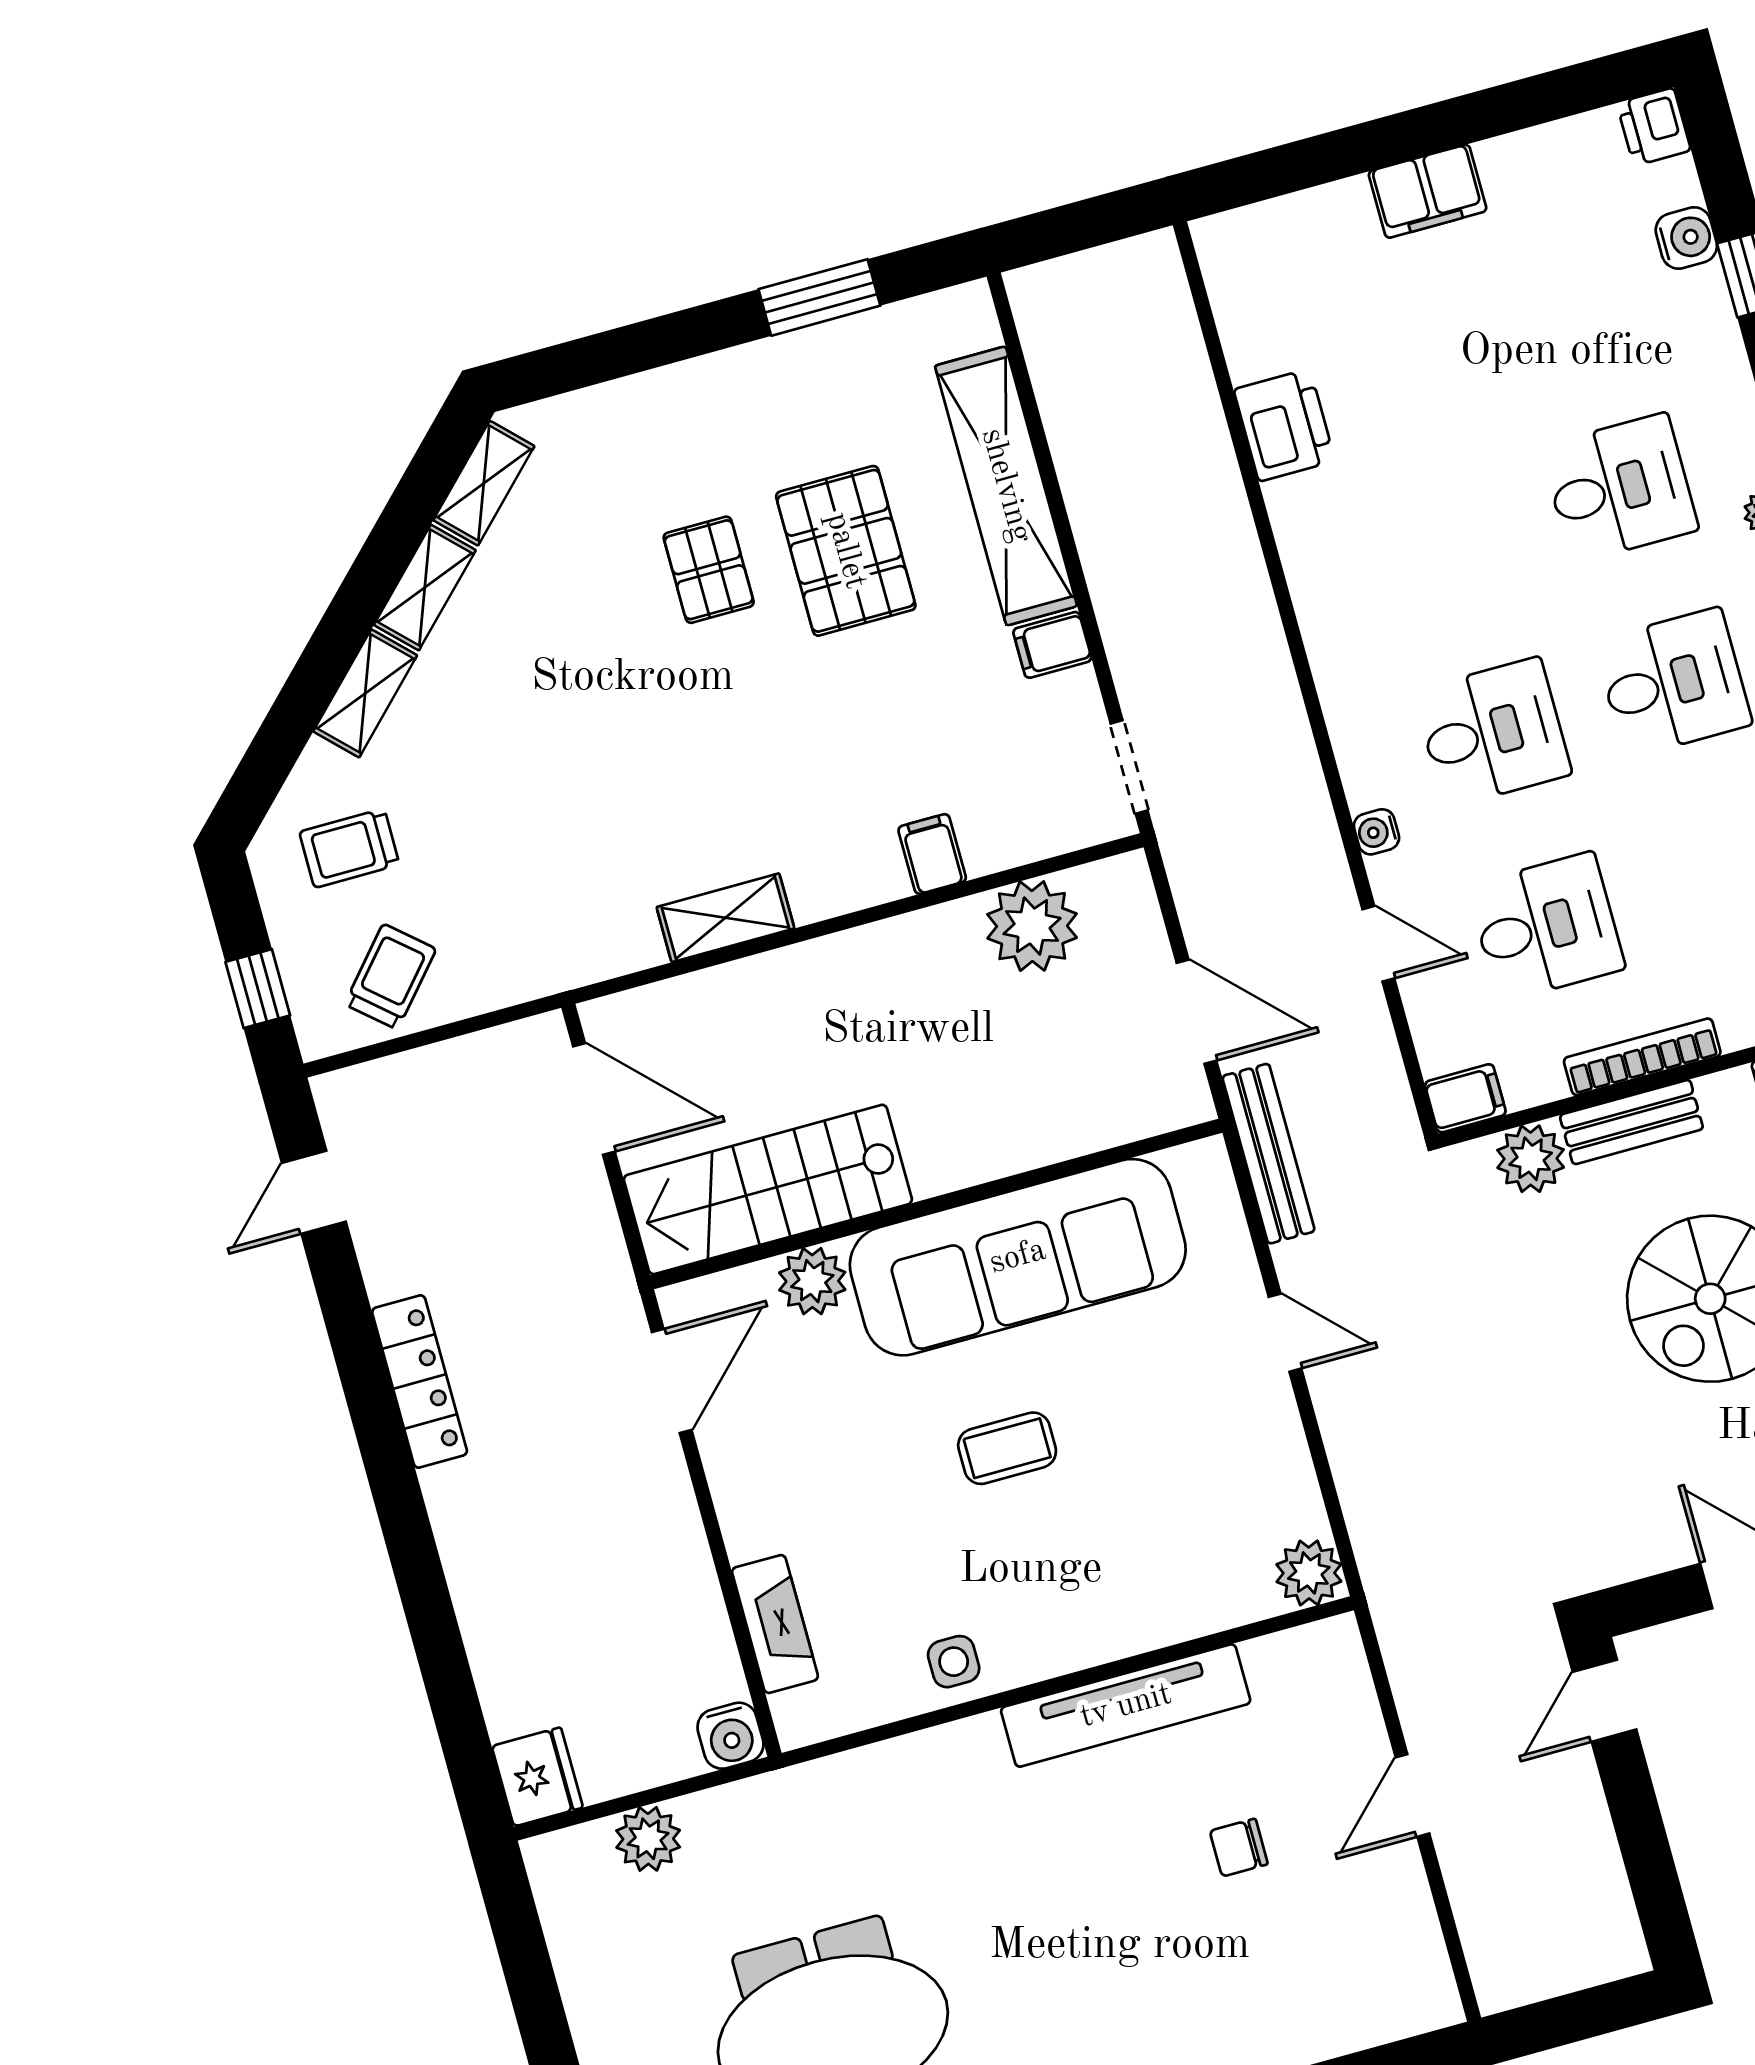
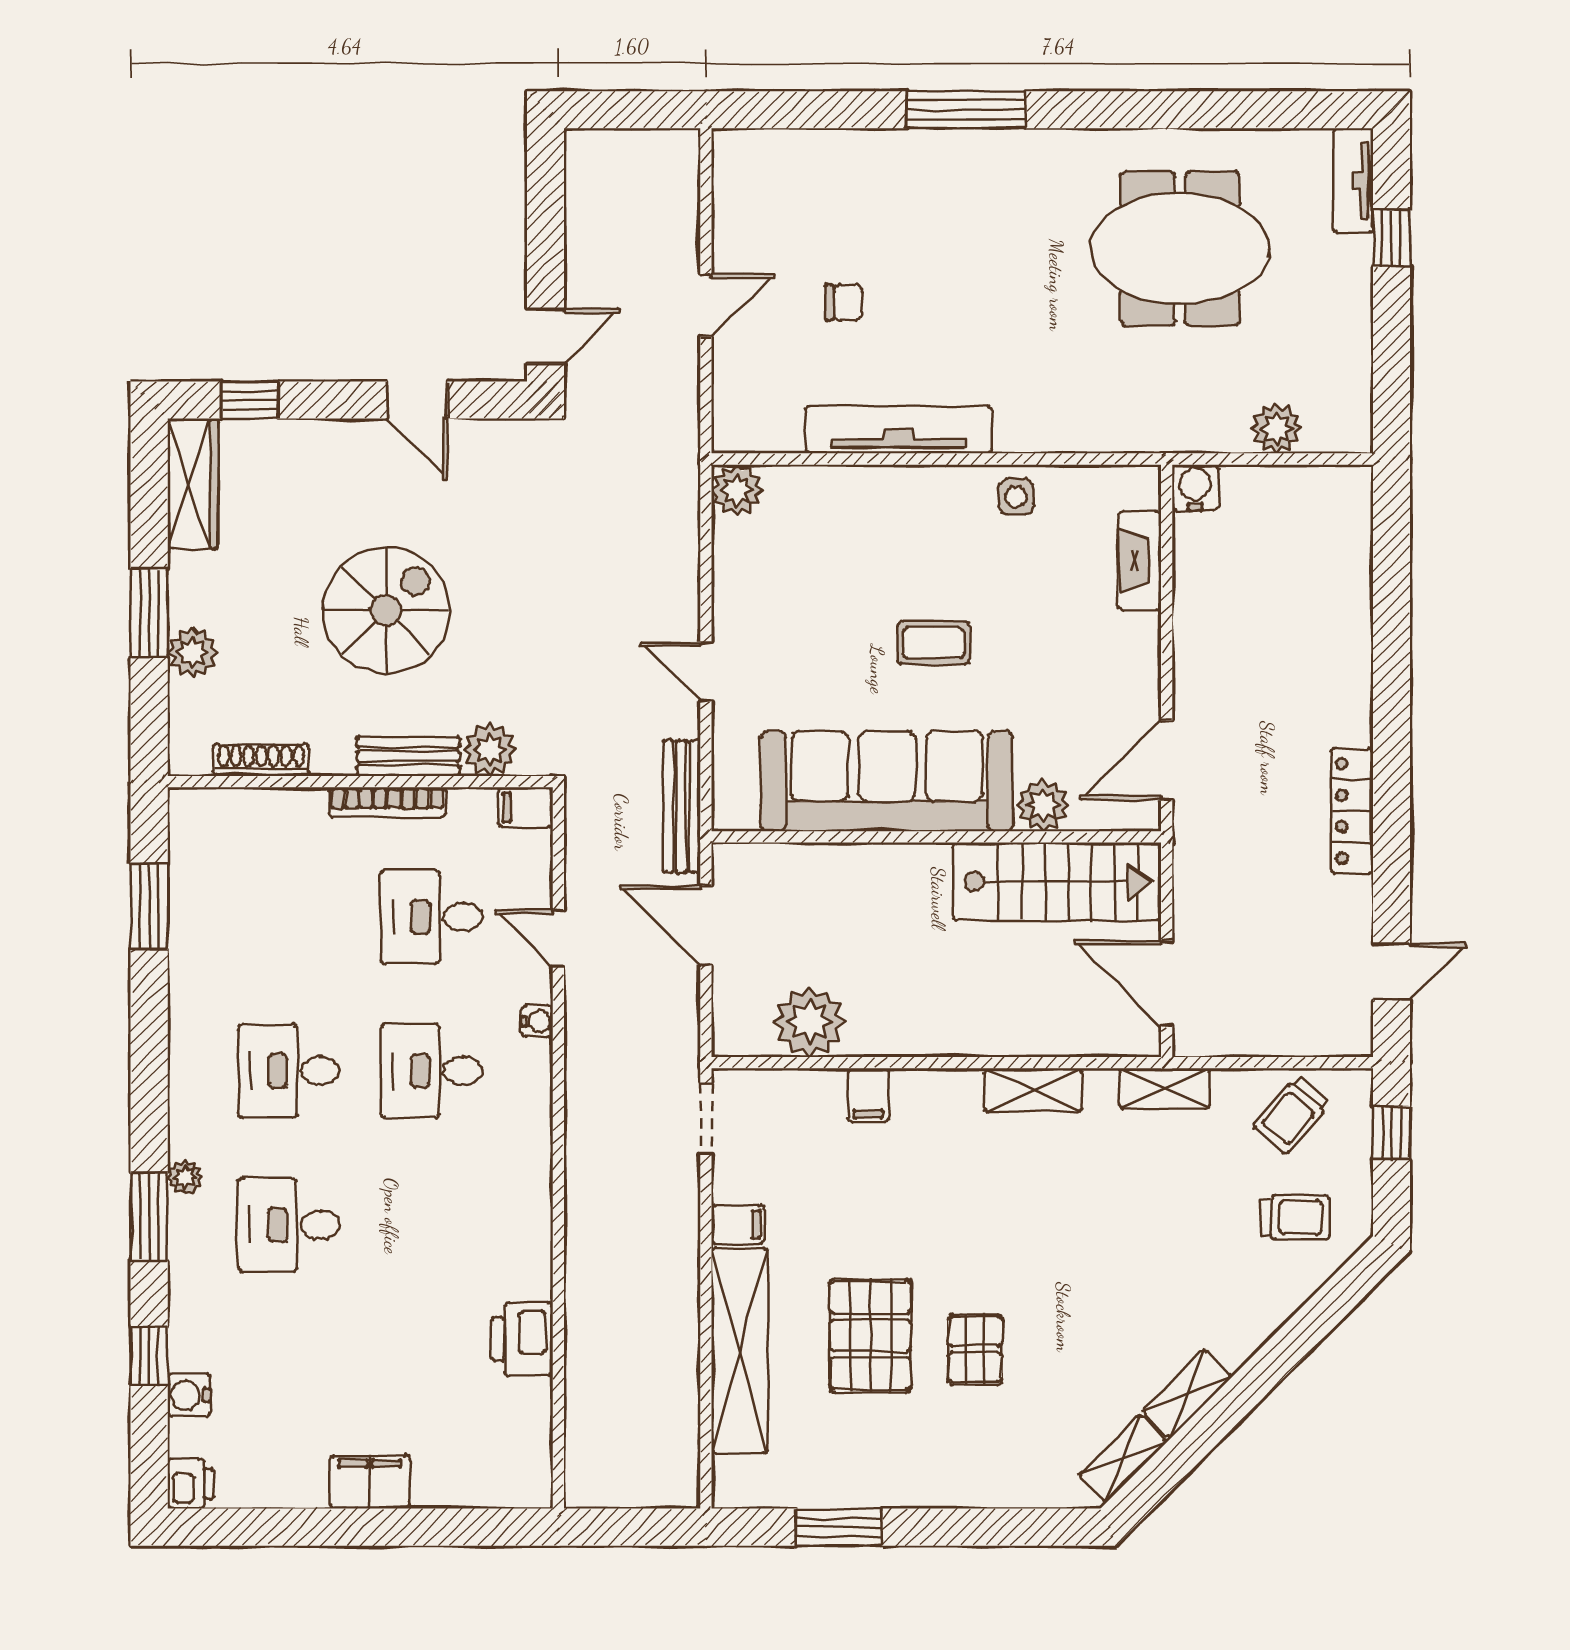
shelving: (365, 693) -> (1164, 1088), moved, turned 45
fridge: (537, 1777) -> (1346, 496), removed

